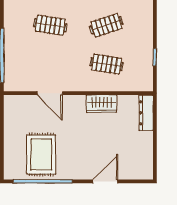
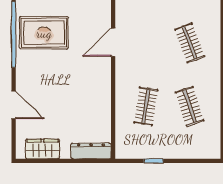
clothes rail: (50, 25) -> (190, 43), turned -30
wardrobe: (101, 104) -> (43, 149), moved, turned 90

